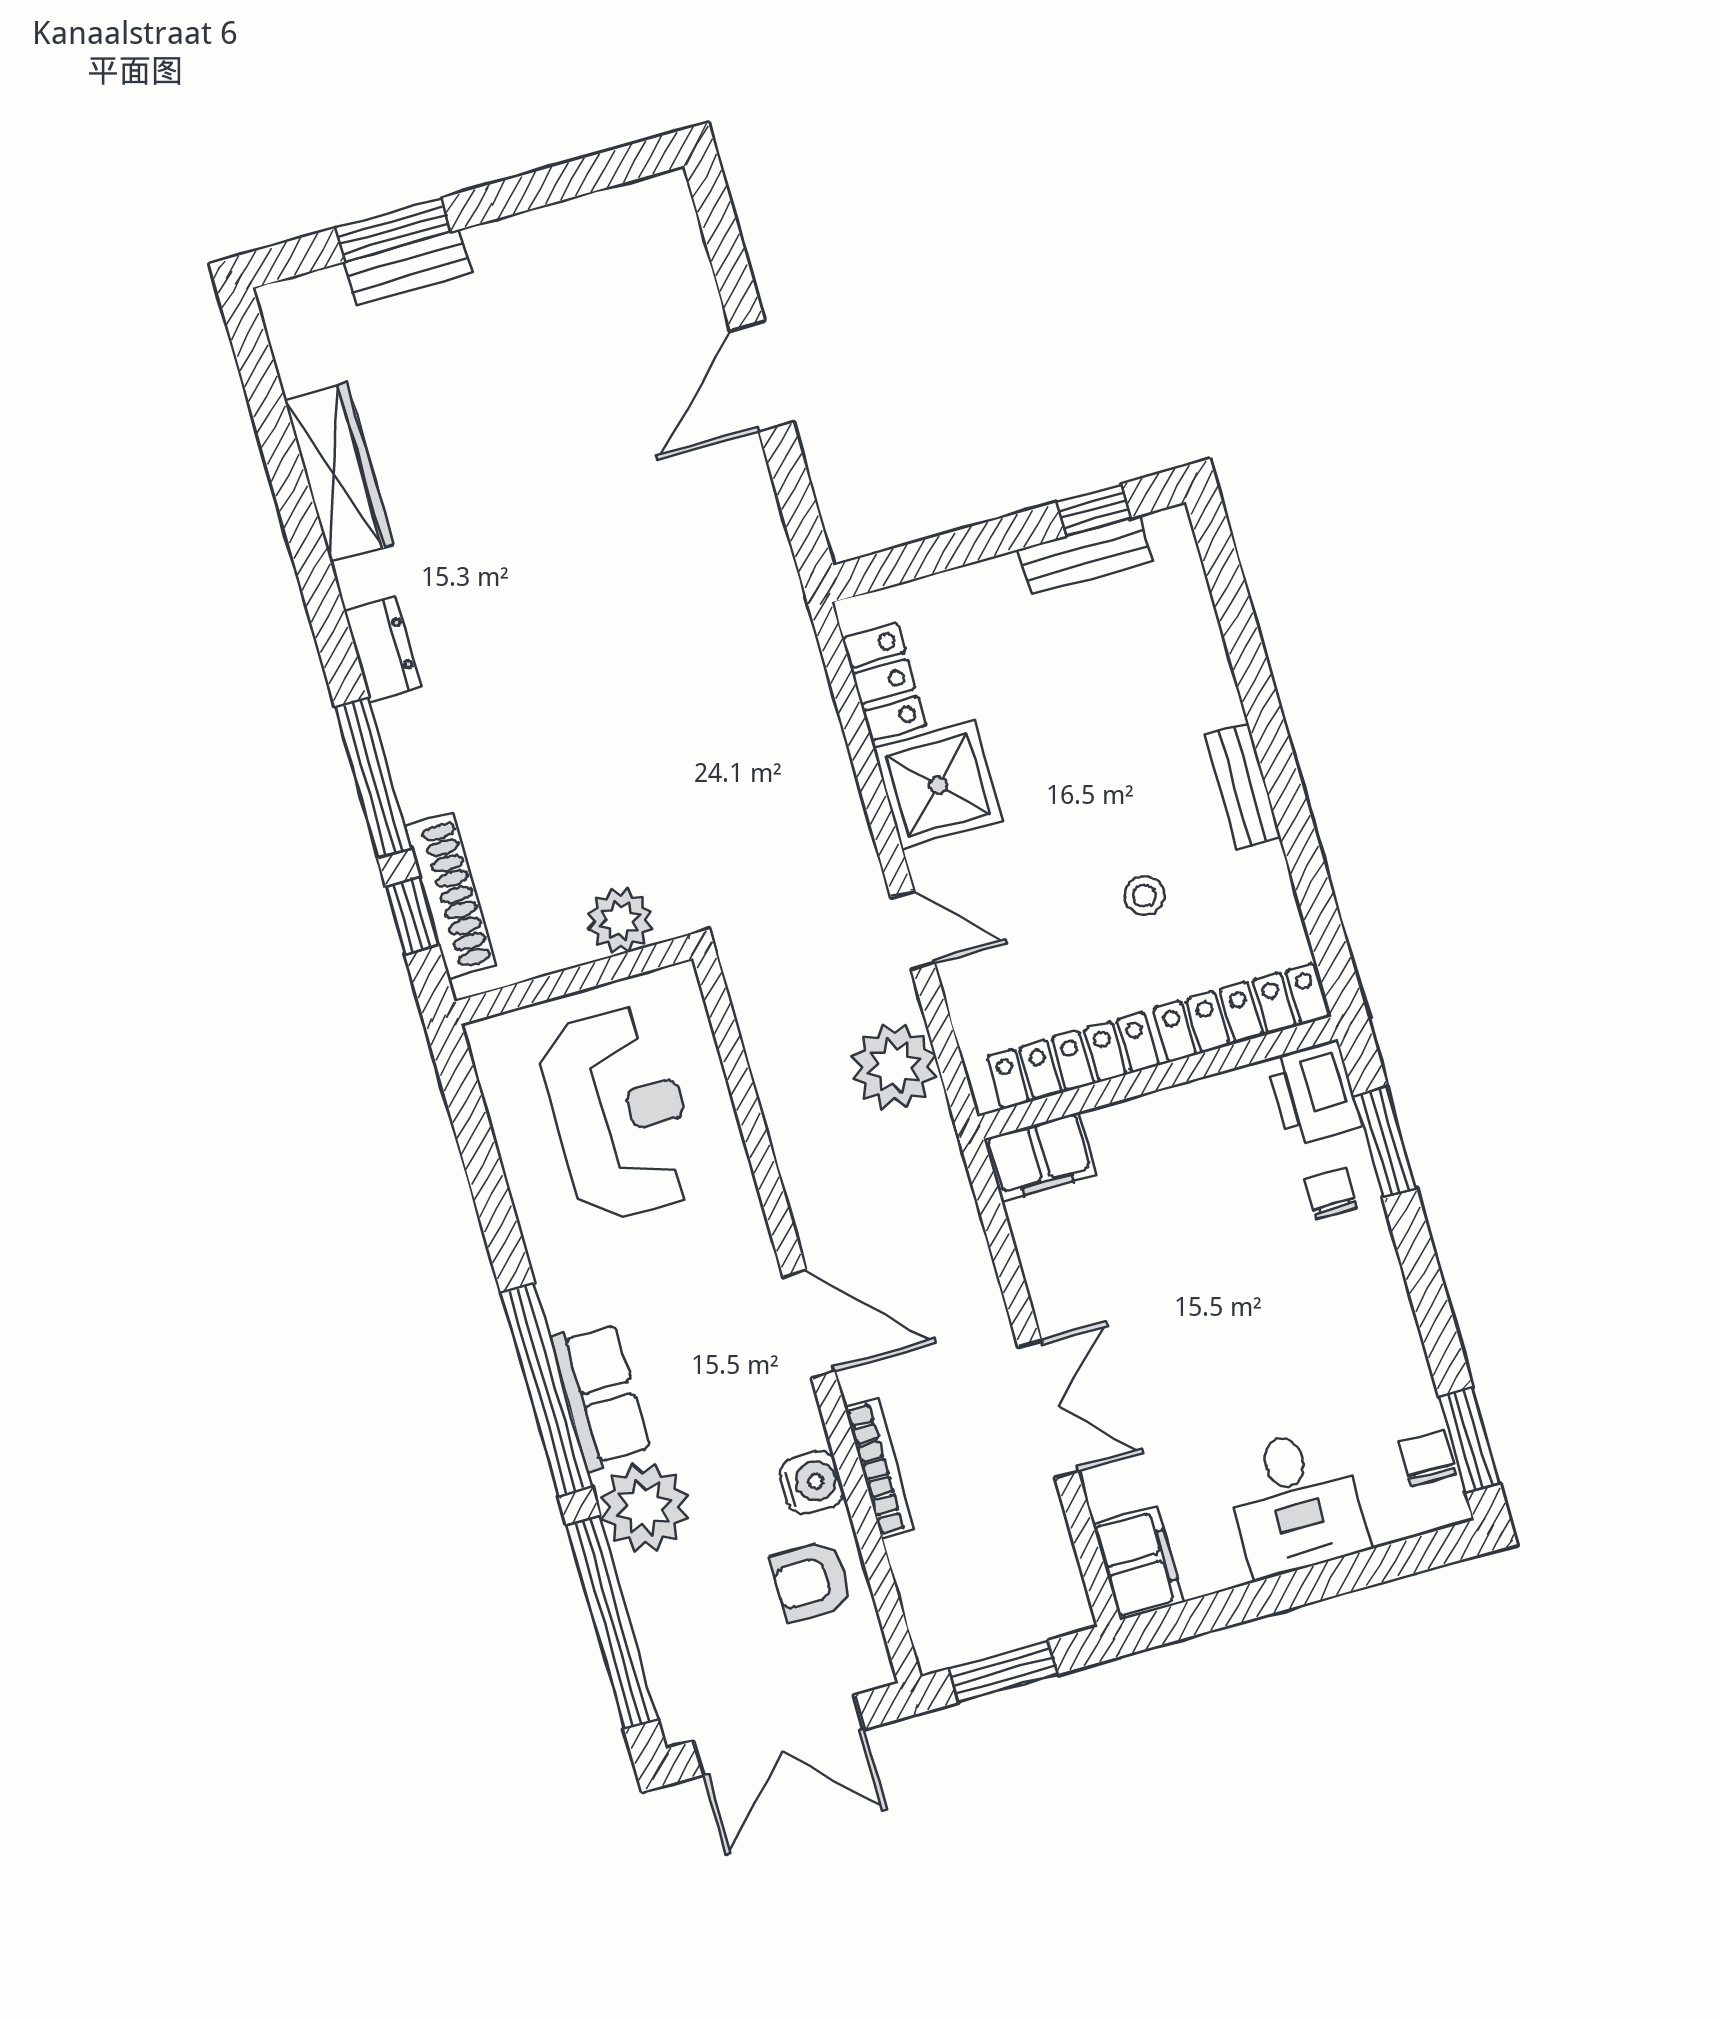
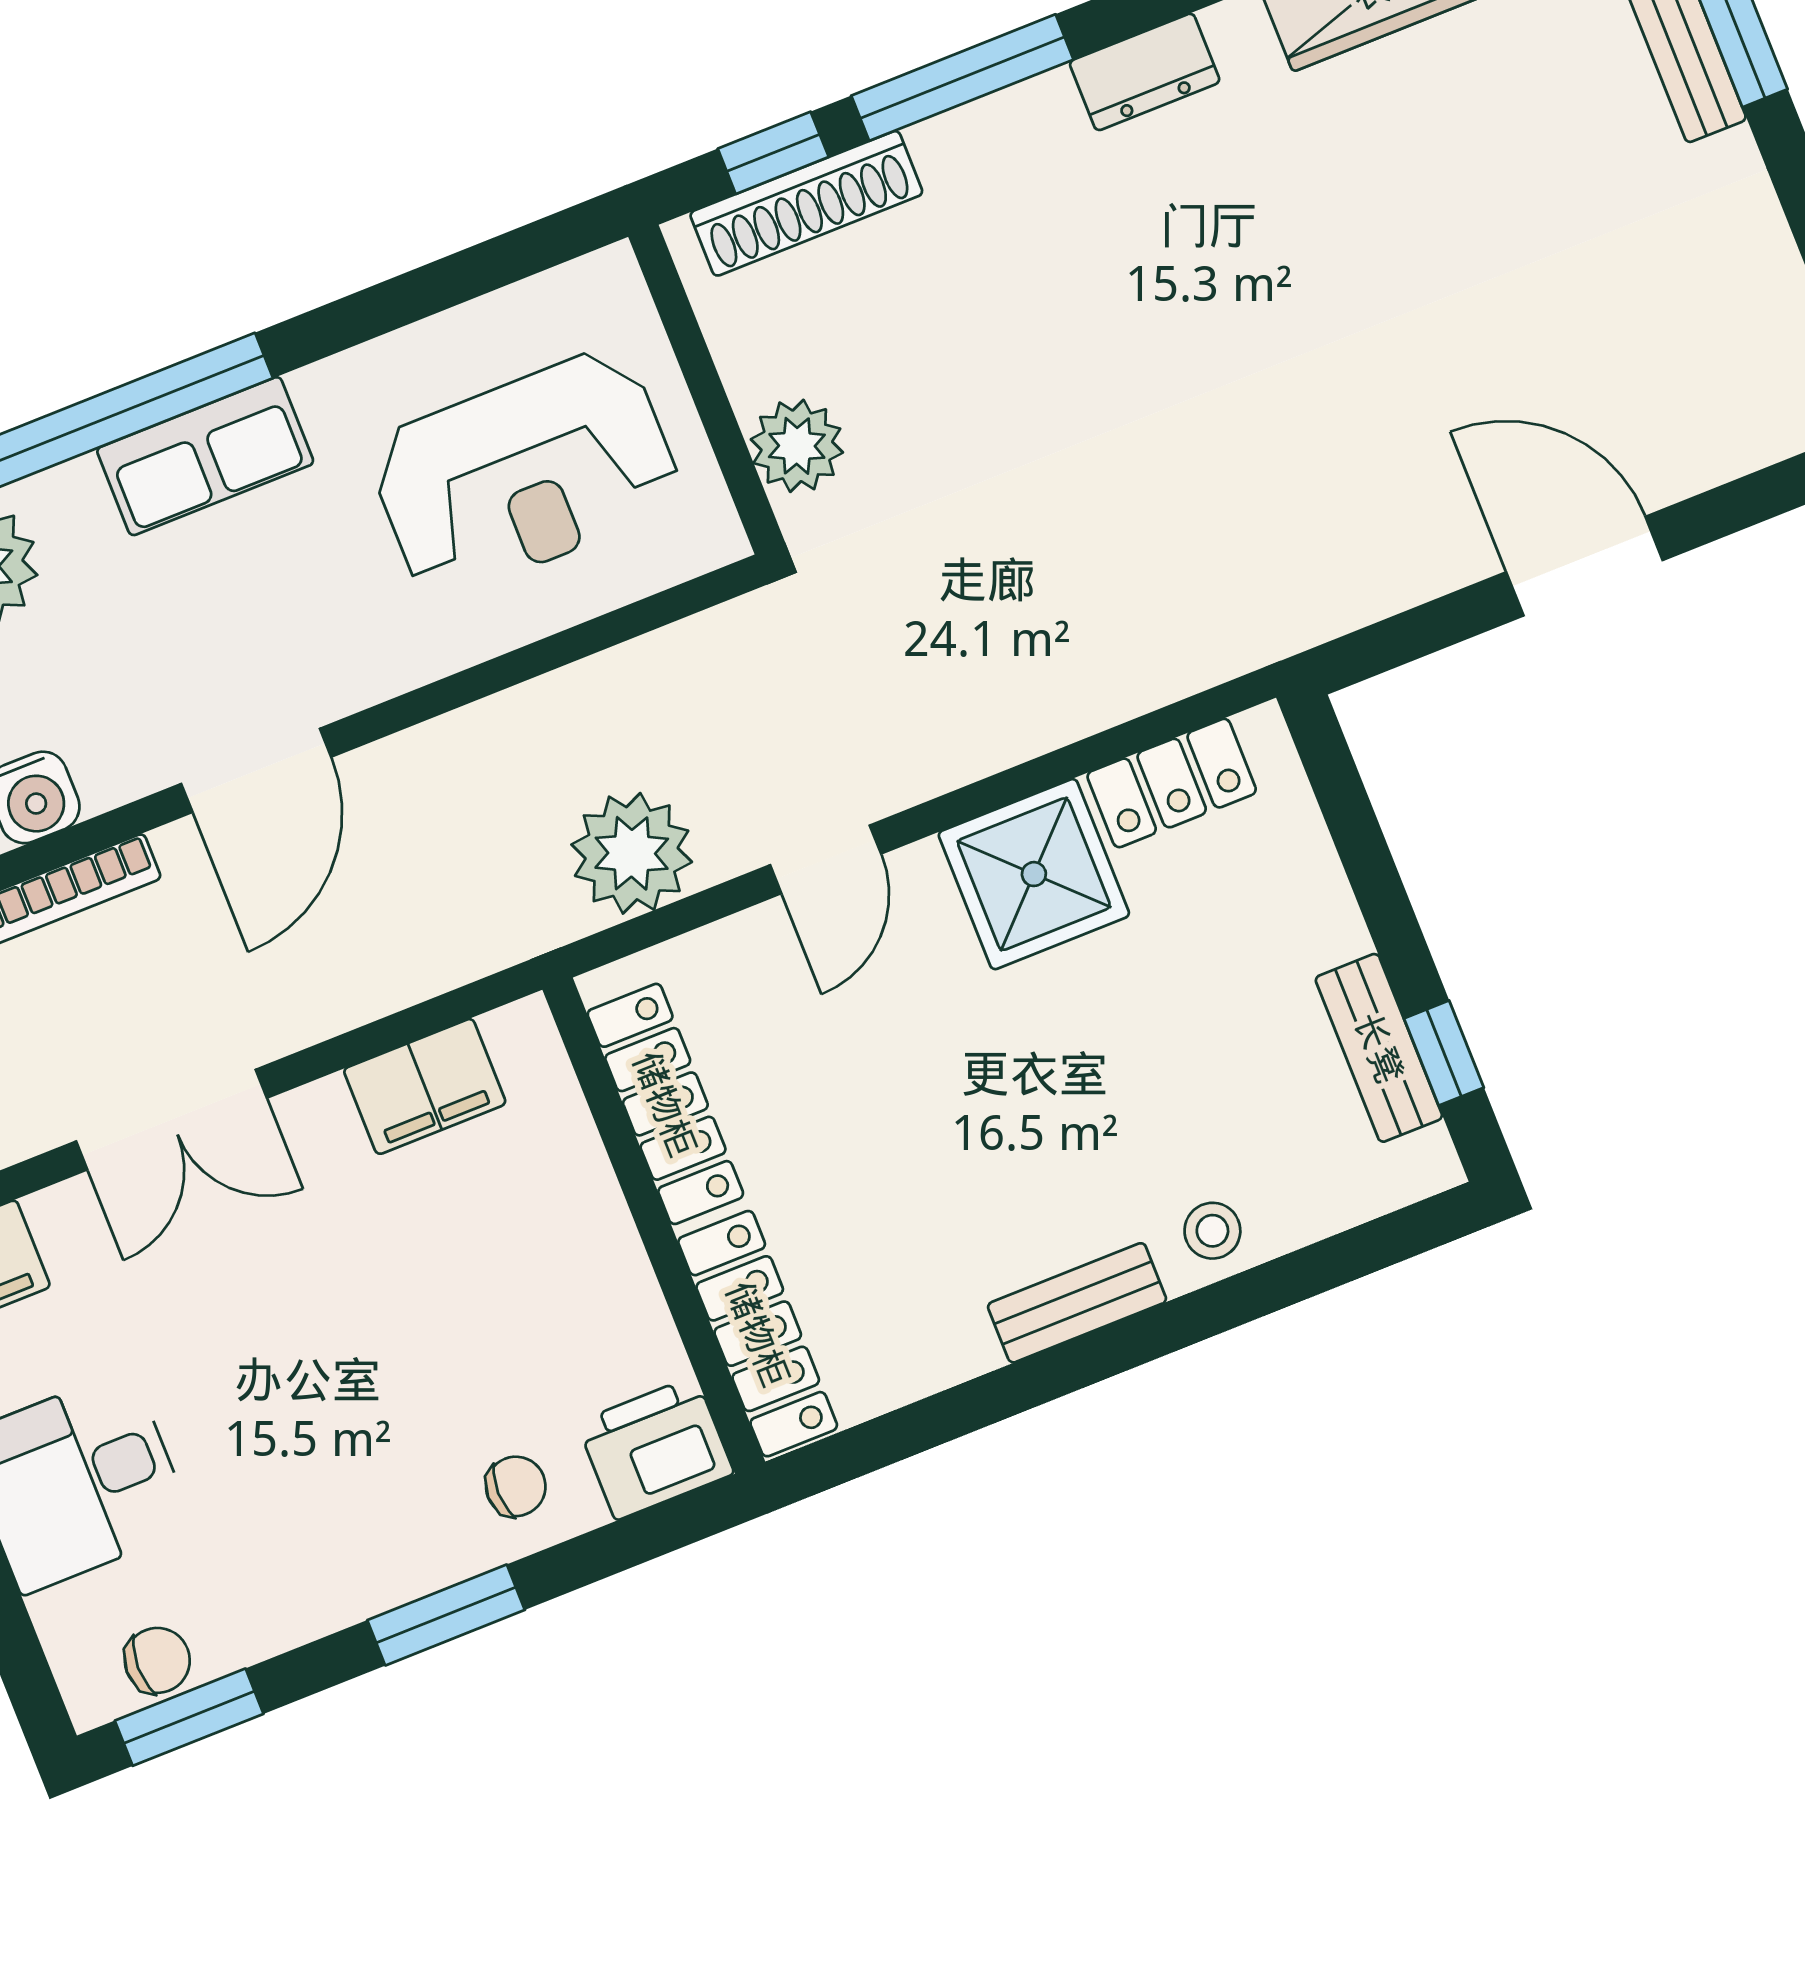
stool: (1144, 896) -> (1212, 1231), moved
window: (1385, 1142) -> (446, 1615), moved
filing cabinet: (1040, 1157) -> (425, 1086), moved, turned -90
row of seats: (601, 1395) -> (205, 456), moved

